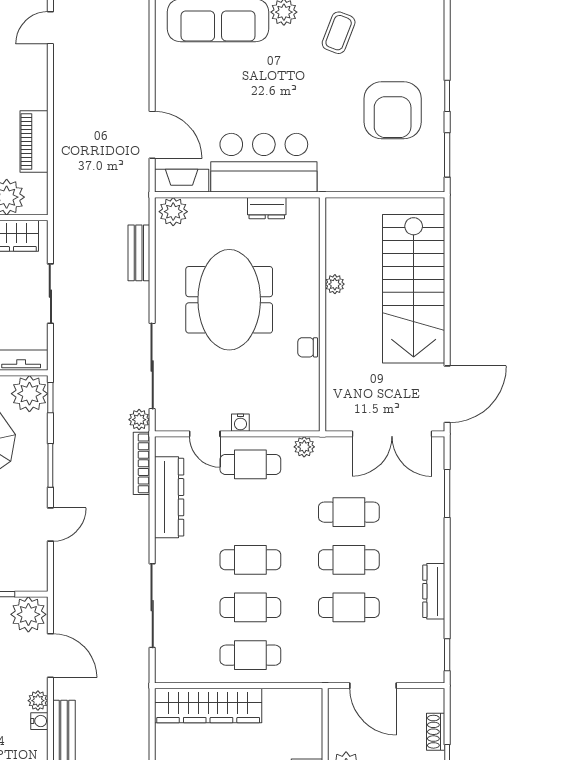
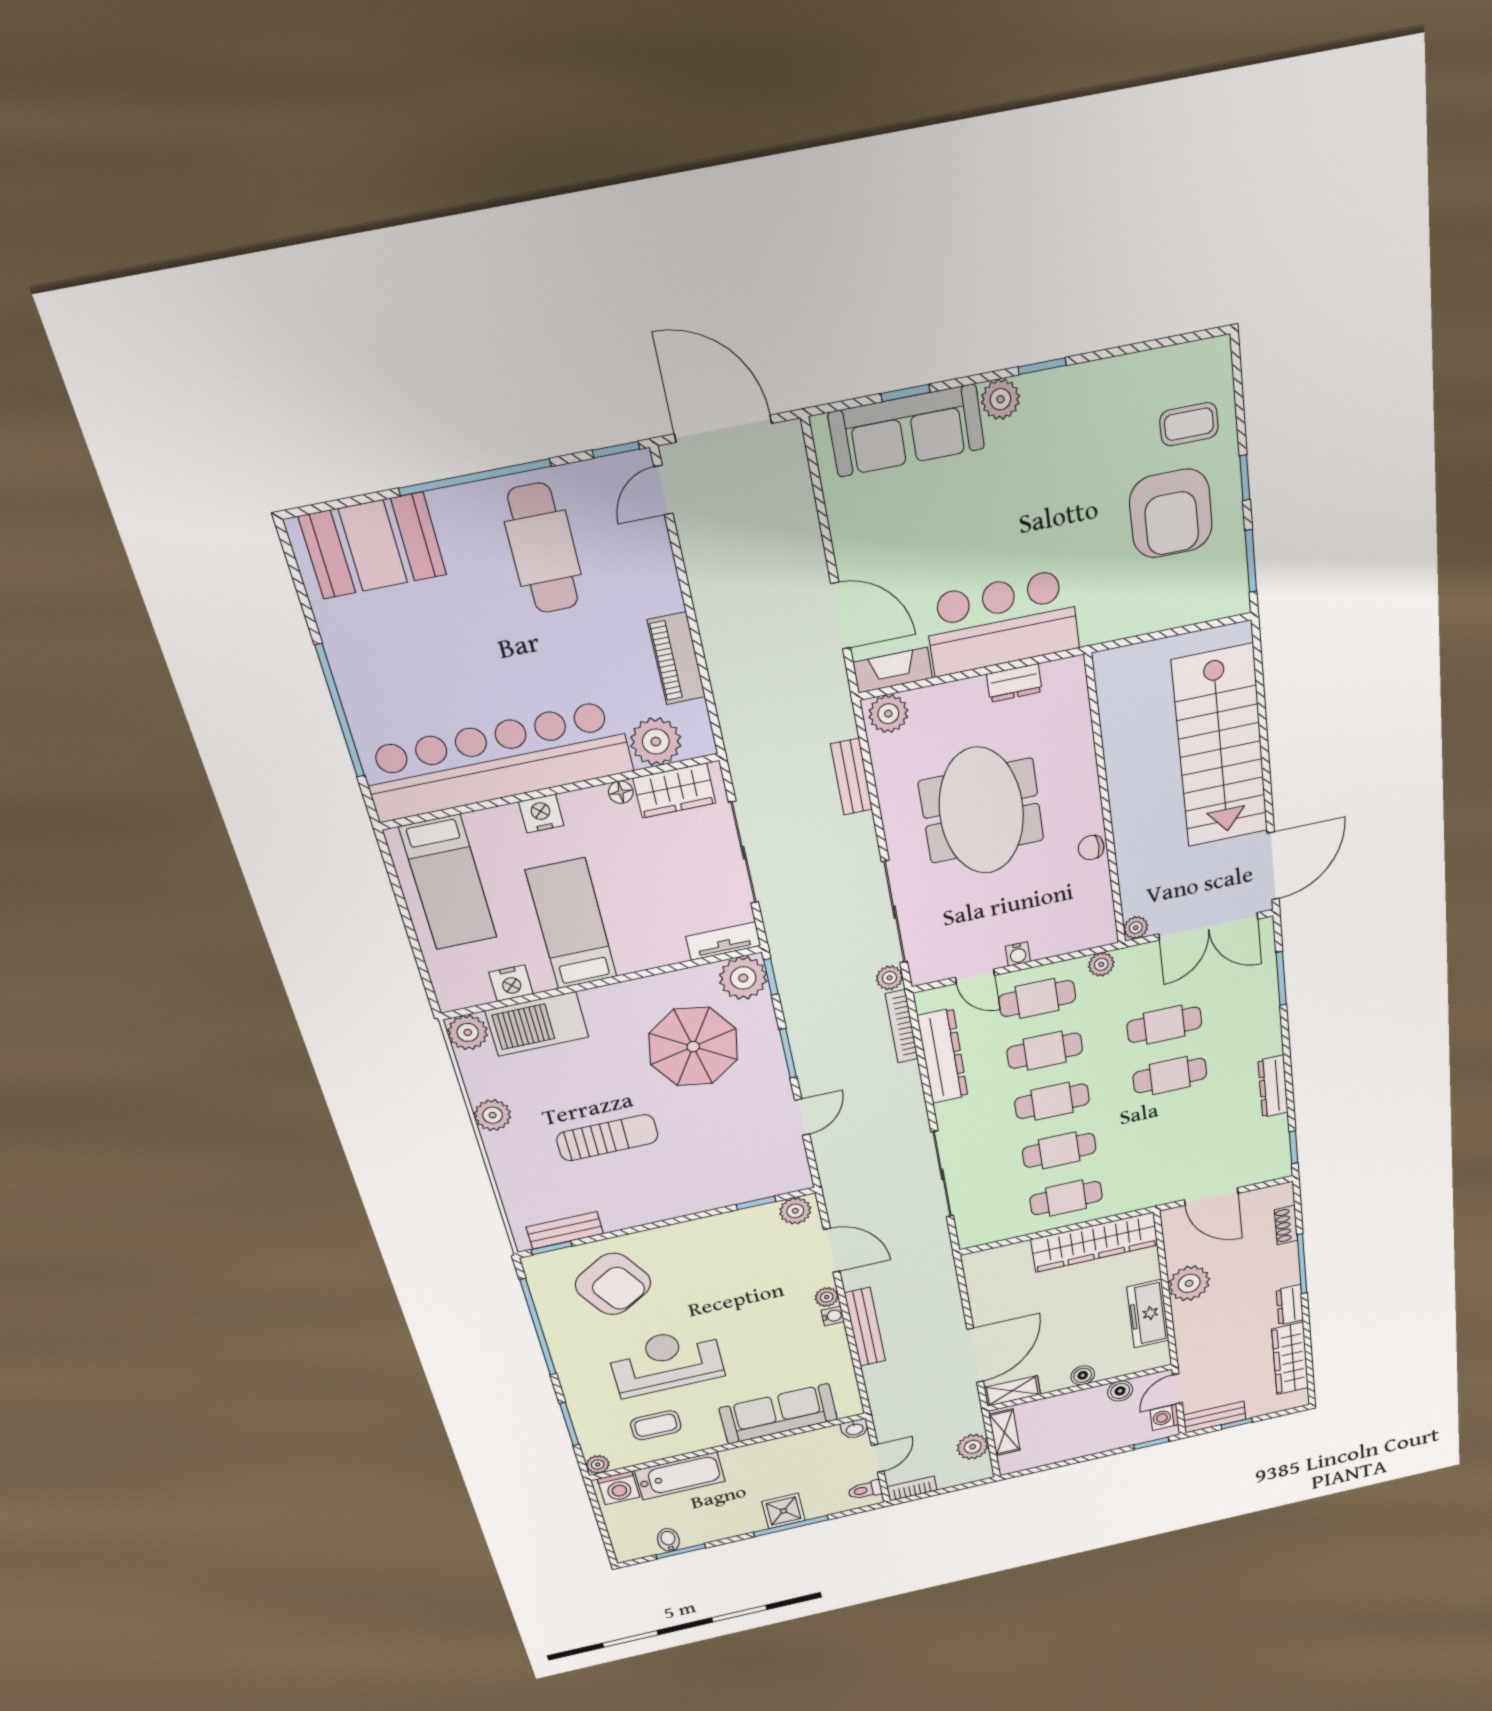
coffee table: (339, 33) -> (1189, 424), moved, turned 69
plant: (335, 284) -> (1136, 928), moved
sliding door: (50, 294) -> (744, 853), width x1.37
cafe table: (349, 607) -> (1045, 1051), moved
plant: (28, 614) -> (795, 1211), width x0.73, depth x0.73
wardrobe: (208, 706) -> (1095, 1242), moved

